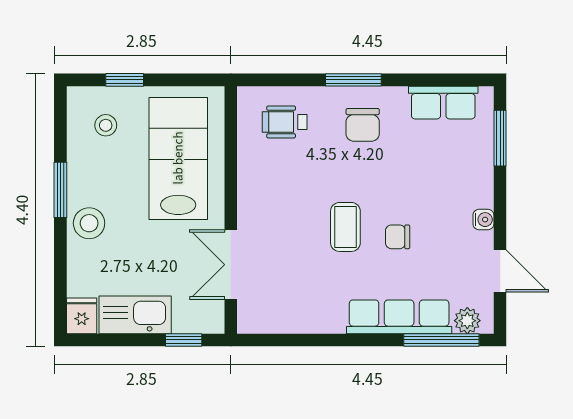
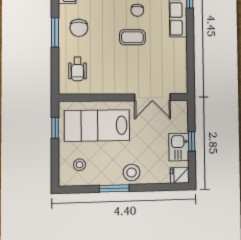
window: (125, 80) -> (55, 128), moved
chair: (363, 125) -> (79, 28), turned 90
kitchen sink: (135, 315) -> (179, 147), width x0.73
window: (184, 340) -> (192, 141), moved

